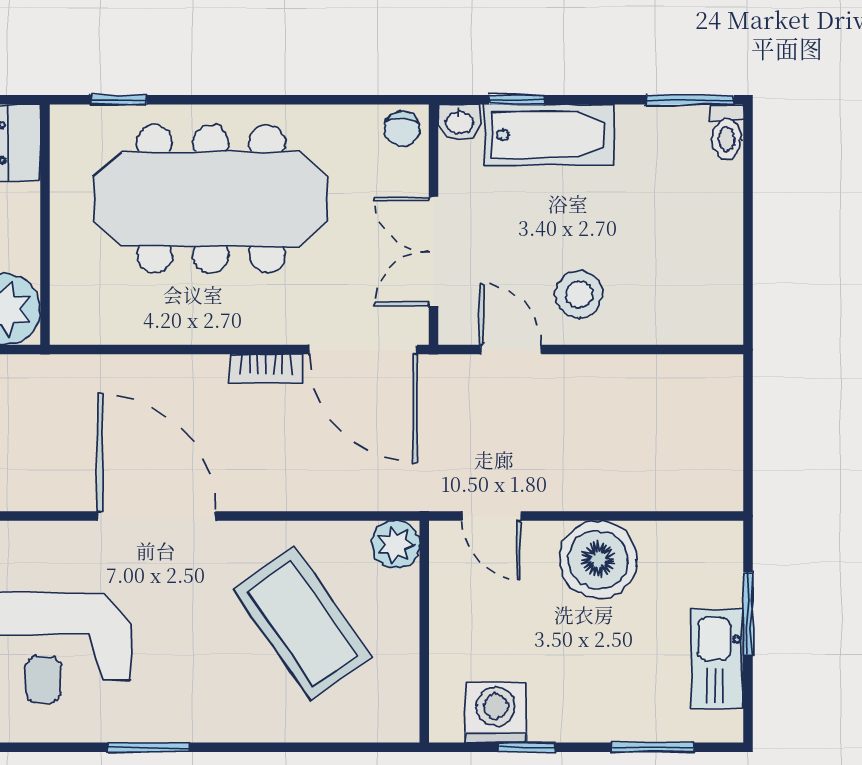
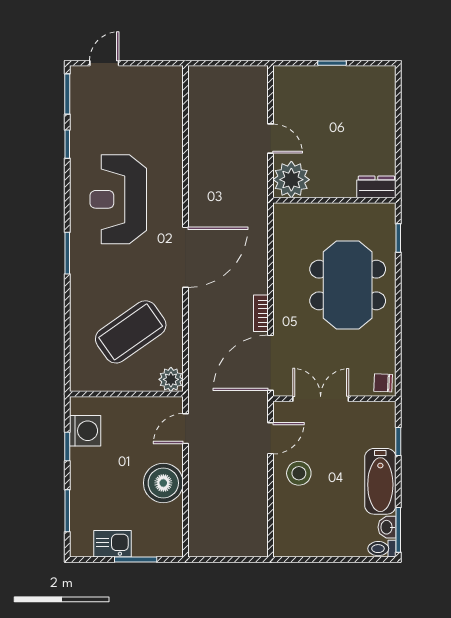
washbasin: (459, 122) -> (387, 527), moved
bathtub: (549, 135) -> (380, 481), moved
meeting table: (211, 199) -> (348, 285), width x0.73
kitchen sink: (717, 659) -> (112, 544), width x0.73

